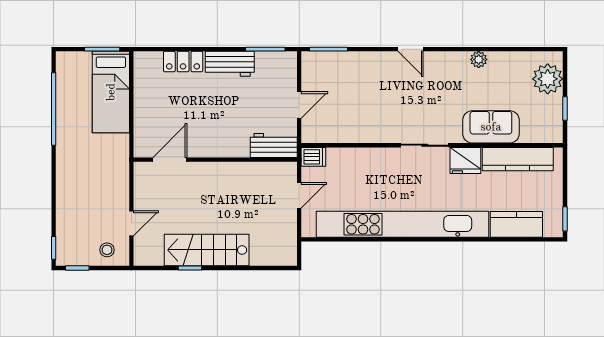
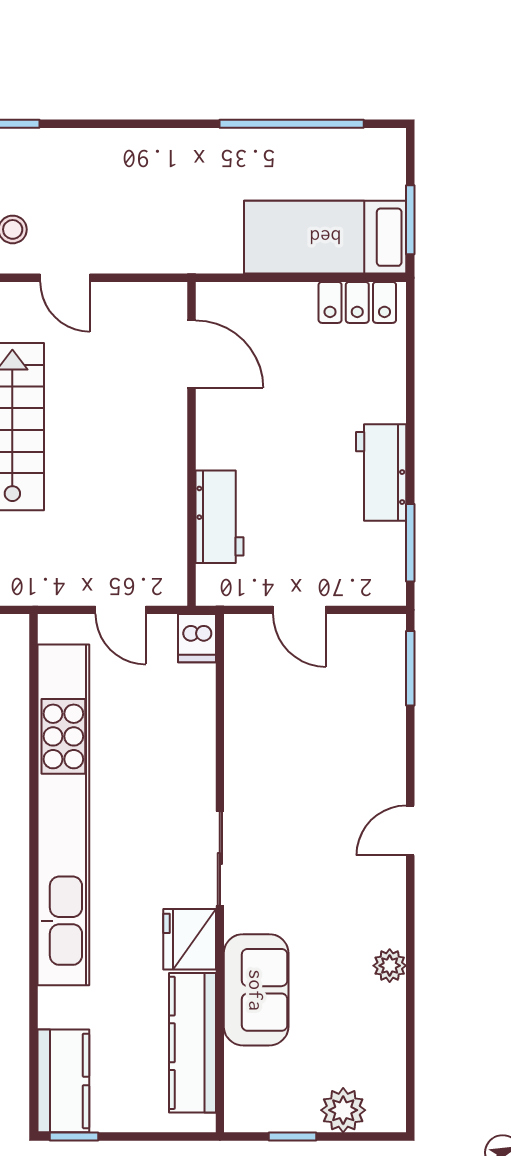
locker: (183, 62) -> (357, 302), moved, turned -90
plant: (548, 79) -> (343, 1110), width x0.73, depth x0.73
workbench: (274, 145) -> (219, 517), moved
kitchen counter: (516, 224) -> (63, 1081), moved

